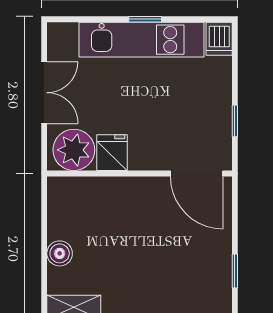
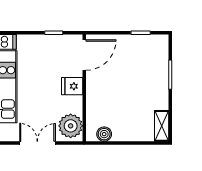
fridge: (112, 153) -> (72, 86), moved
boiler: (60, 253) -> (104, 134), moved

